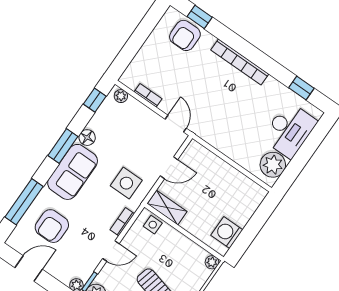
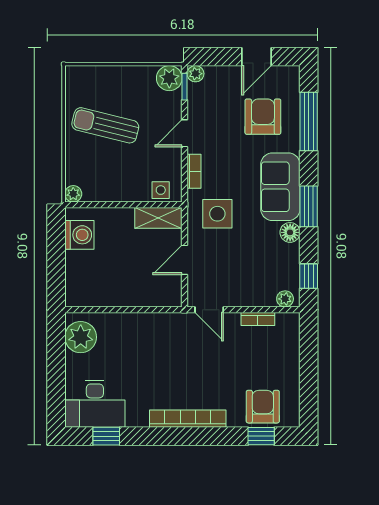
desk: (289, 130) -> (95, 404), moved, turned -90

